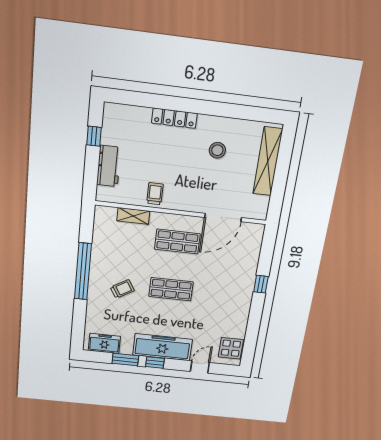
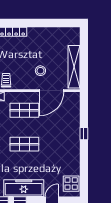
stool: (217, 150) -> (40, 71), moved
shelving: (268, 162) -> (74, 67), moved

